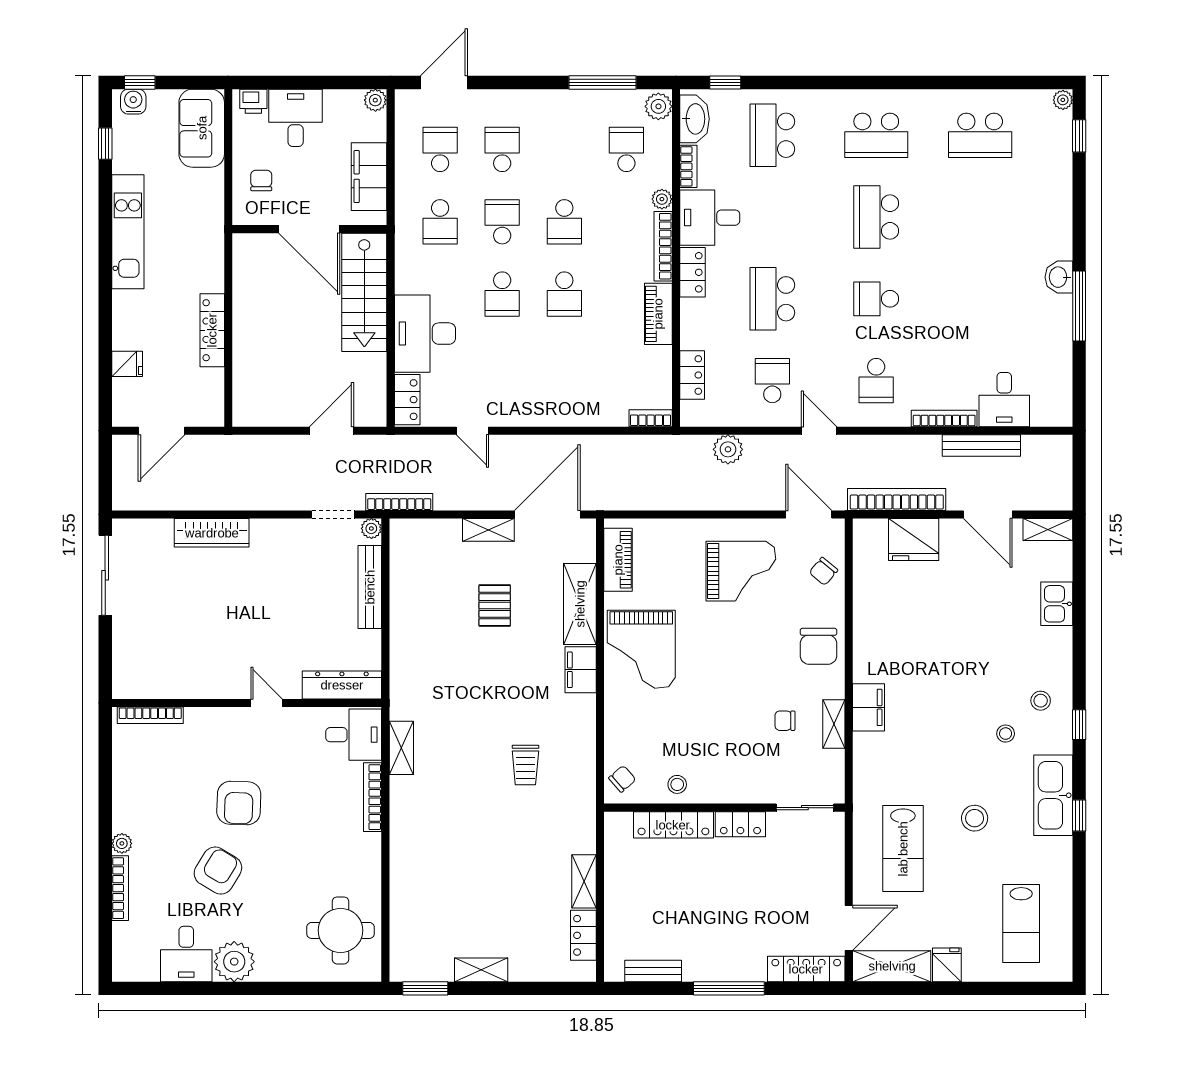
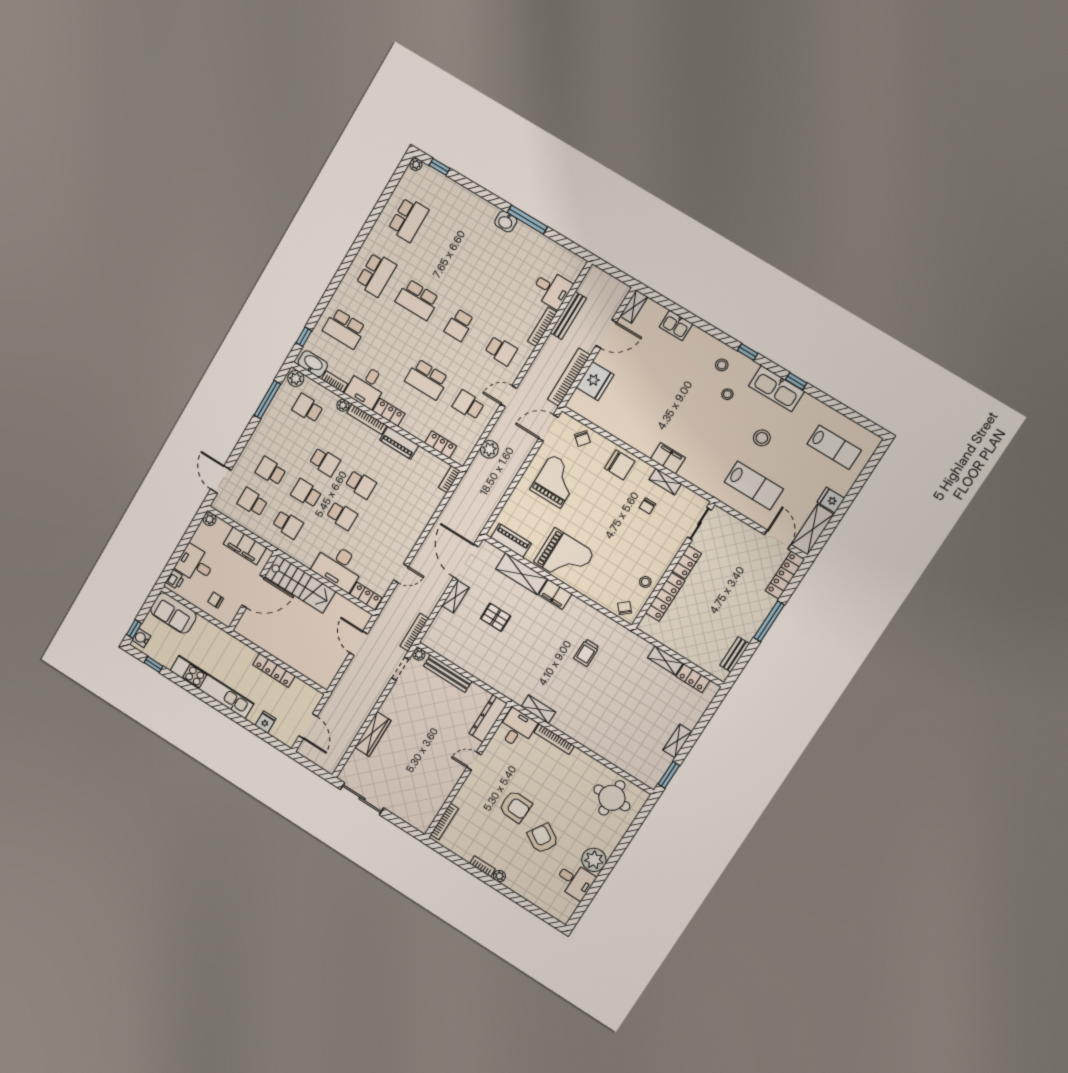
kitchen unit: (128, 232) -> (212, 687), width x1.36
trolley: (525, 765) -> (586, 653), turned 90
bookcase: (120, 888) -> (483, 866), moved, width x0.64

